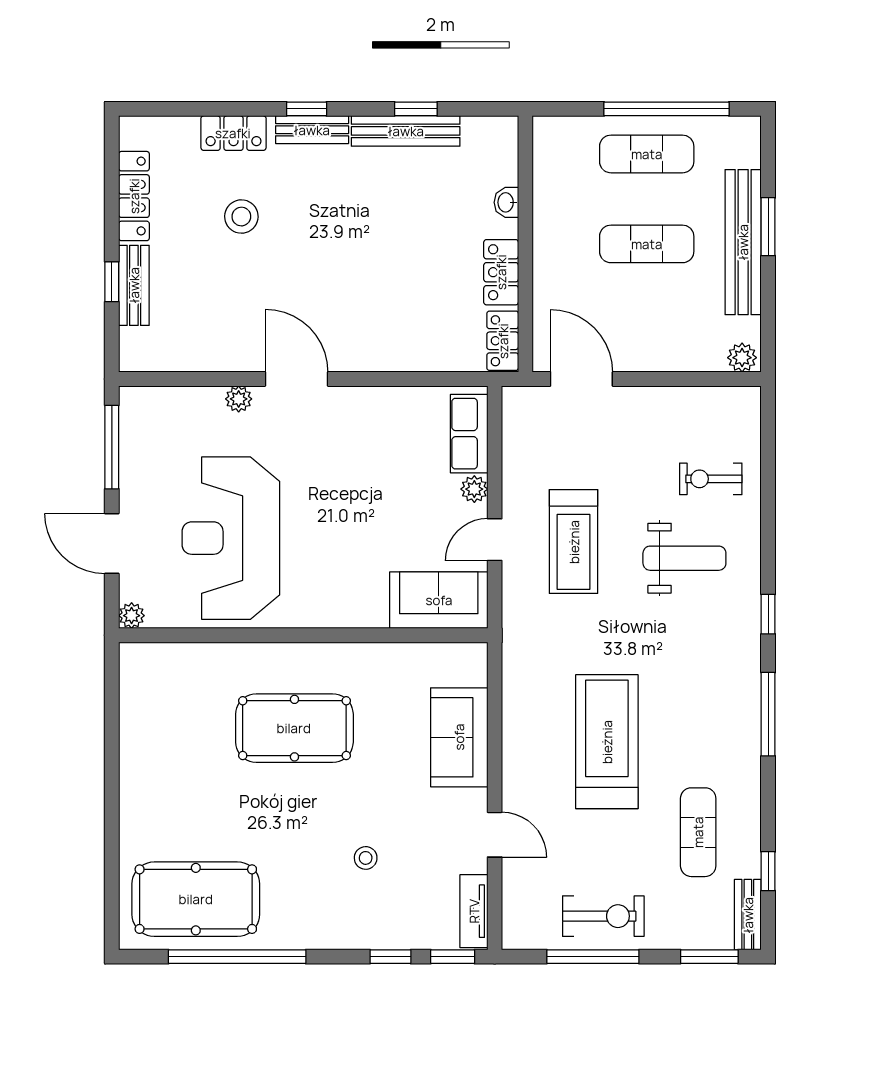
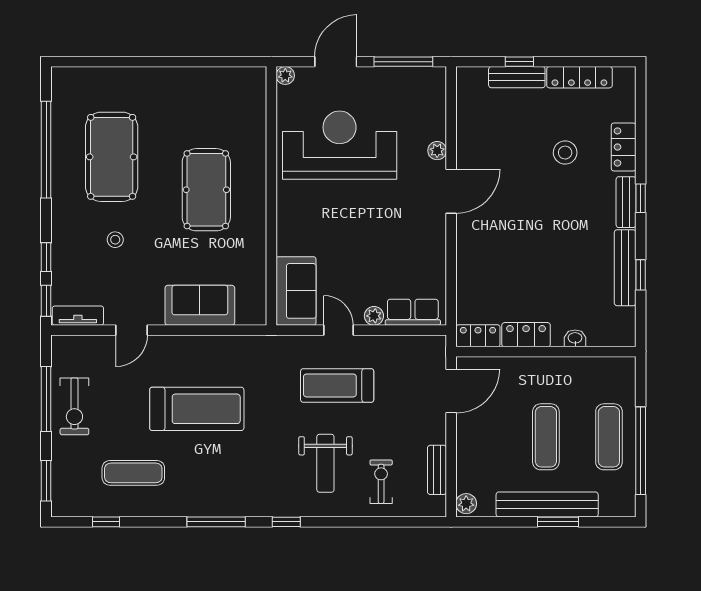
pool table: (196, 899) -> (112, 157), moved
bench: (748, 915) -> (437, 470), moved, turned 90

